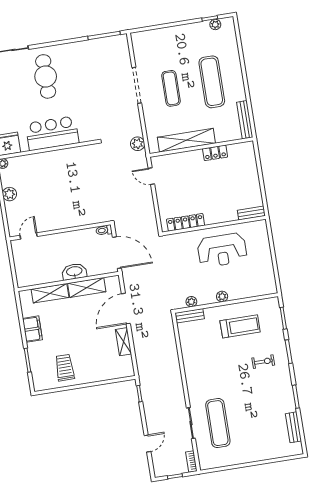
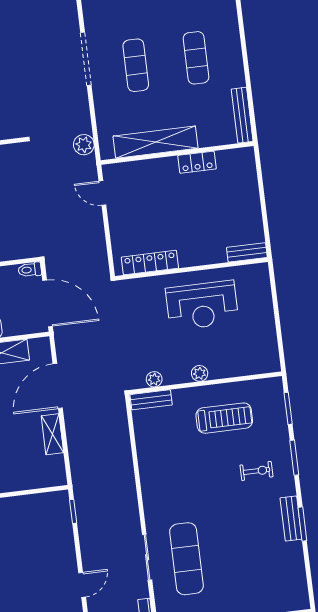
exercise mat: (212, 82) -> (196, 58), width x0.73, depth x0.69
bench: (293, 427) -> (291, 519), moved

